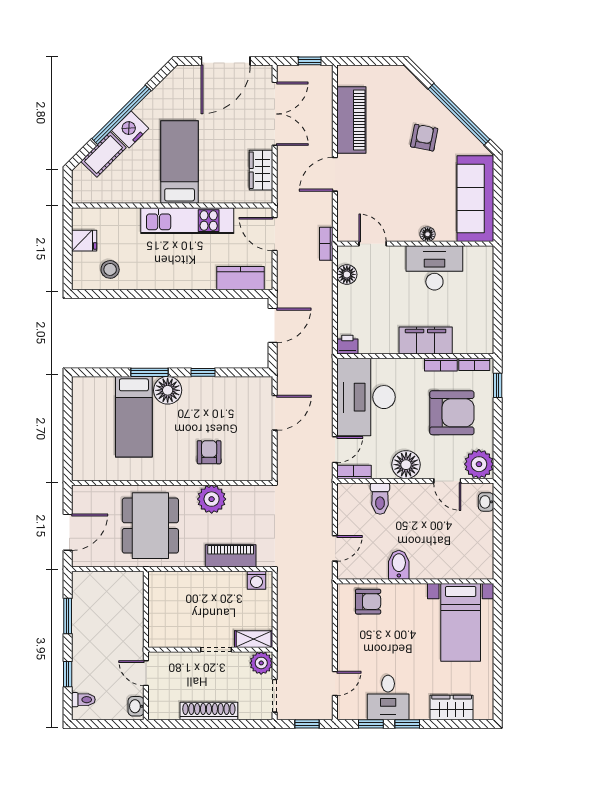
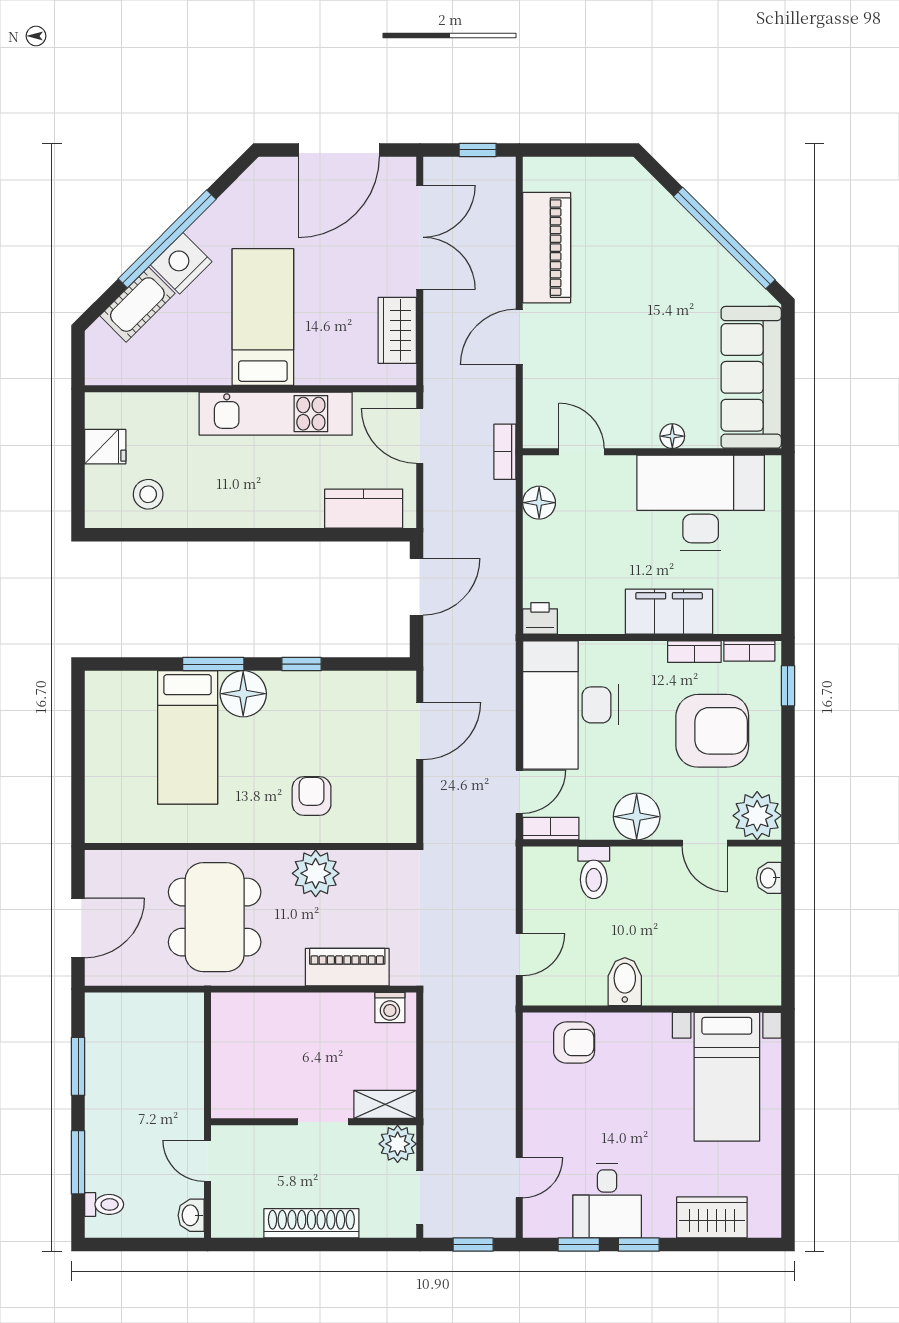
armchair: (424, 138) -> (667, 277), removed
desk: (434, 268) -> (701, 503), width x1.36, depth x1.30
window: (68, 674) -> (78, 1162), width x1.50

